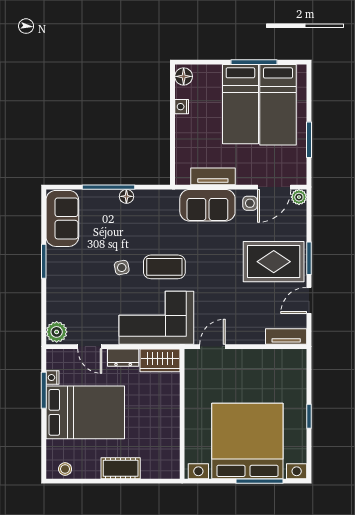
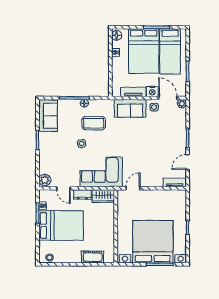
bed: (240, 104) -> (144, 51), width x1.50
nightstand: (247, 175) -> (152, 91), added
door: (274, 187) -> (168, 98), swing flipped
rug: (274, 262) -> (168, 140), removed
coffee table: (164, 267) -> (94, 123), moved
cot: (121, 468) -> (93, 257), moved

